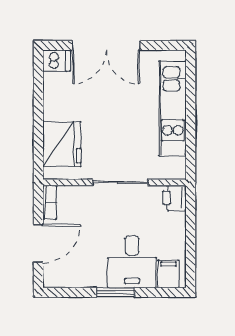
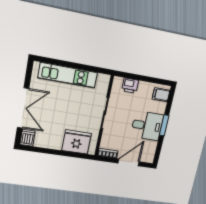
printer: (174, 198) -> (130, 85), moved
door: (38, 243) -> (129, 162), hinge flipped
desk: (132, 262) -> (147, 126), moved

